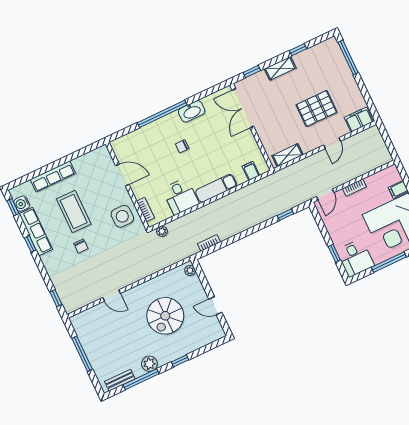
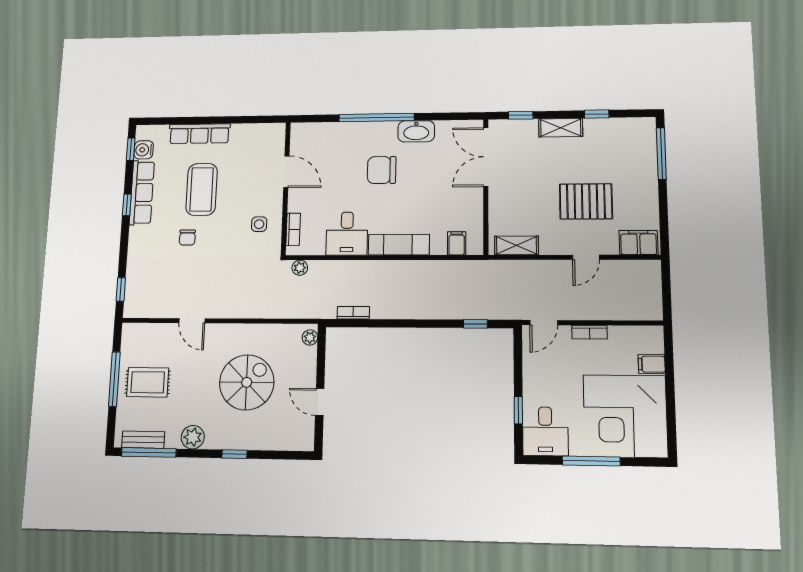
chair: (182, 146) -> (382, 170), width x1.87, depth x1.87
side table: (122, 216) -> (259, 224), width x0.54, depth x0.54
spiral stairs: (165, 316) -> (247, 382), turned 180
rug: (104, 346) -> (148, 382), added
window: (141, 379) -> (149, 452), moved

